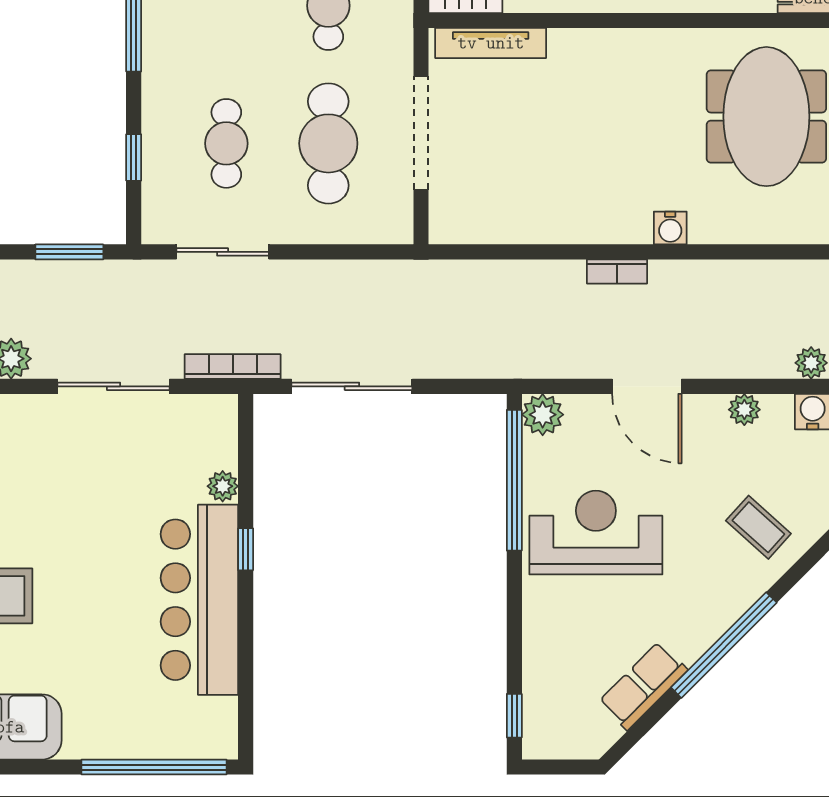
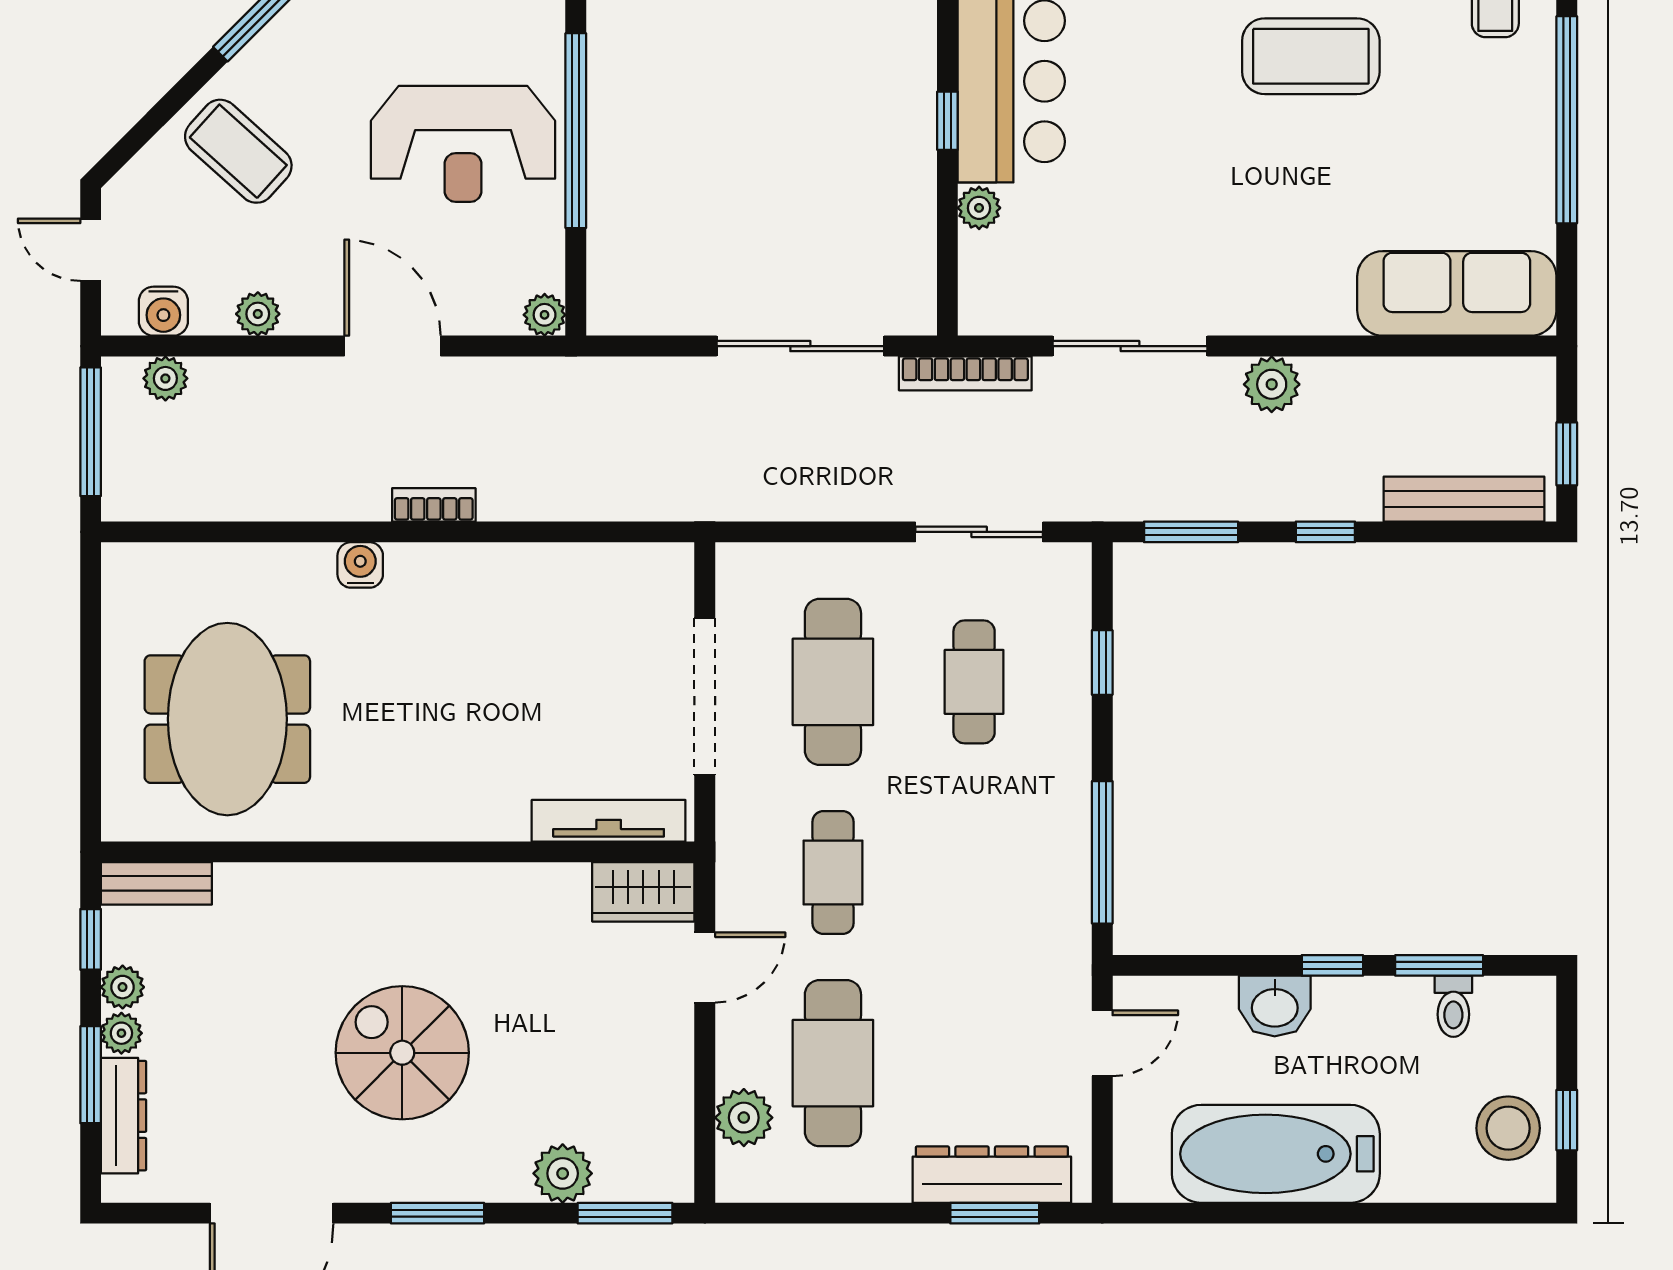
plant: (543, 415) -> (545, 315), width x0.73, depth x0.73
window: (514, 480) -> (576, 131), moved
coffee table: (758, 527) -> (238, 151), width x1.36, depth x1.30

